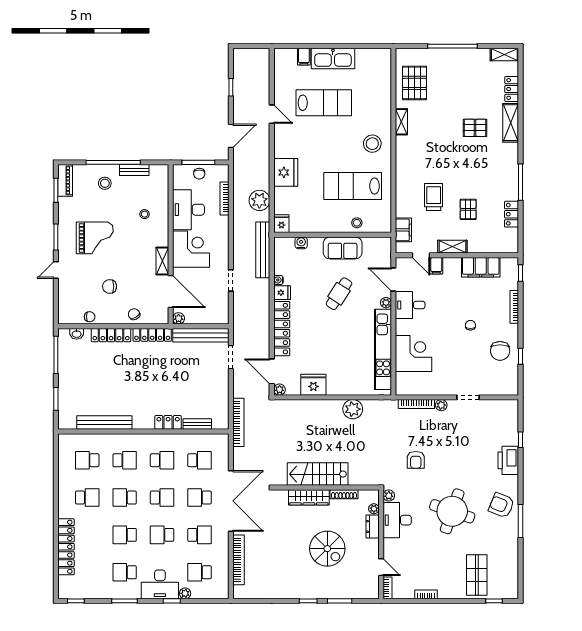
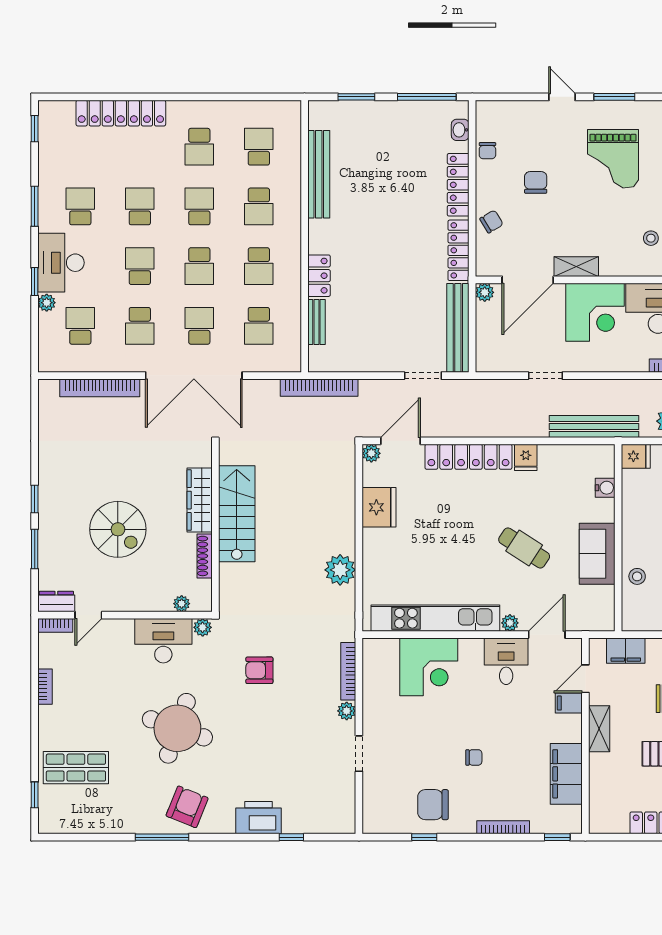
water cooler: (279, 280) -> (546, 452), removed
dresser: (373, 527) -> (56, 601), moved
spiral stairs: (327, 549) -> (118, 529), turned -90

